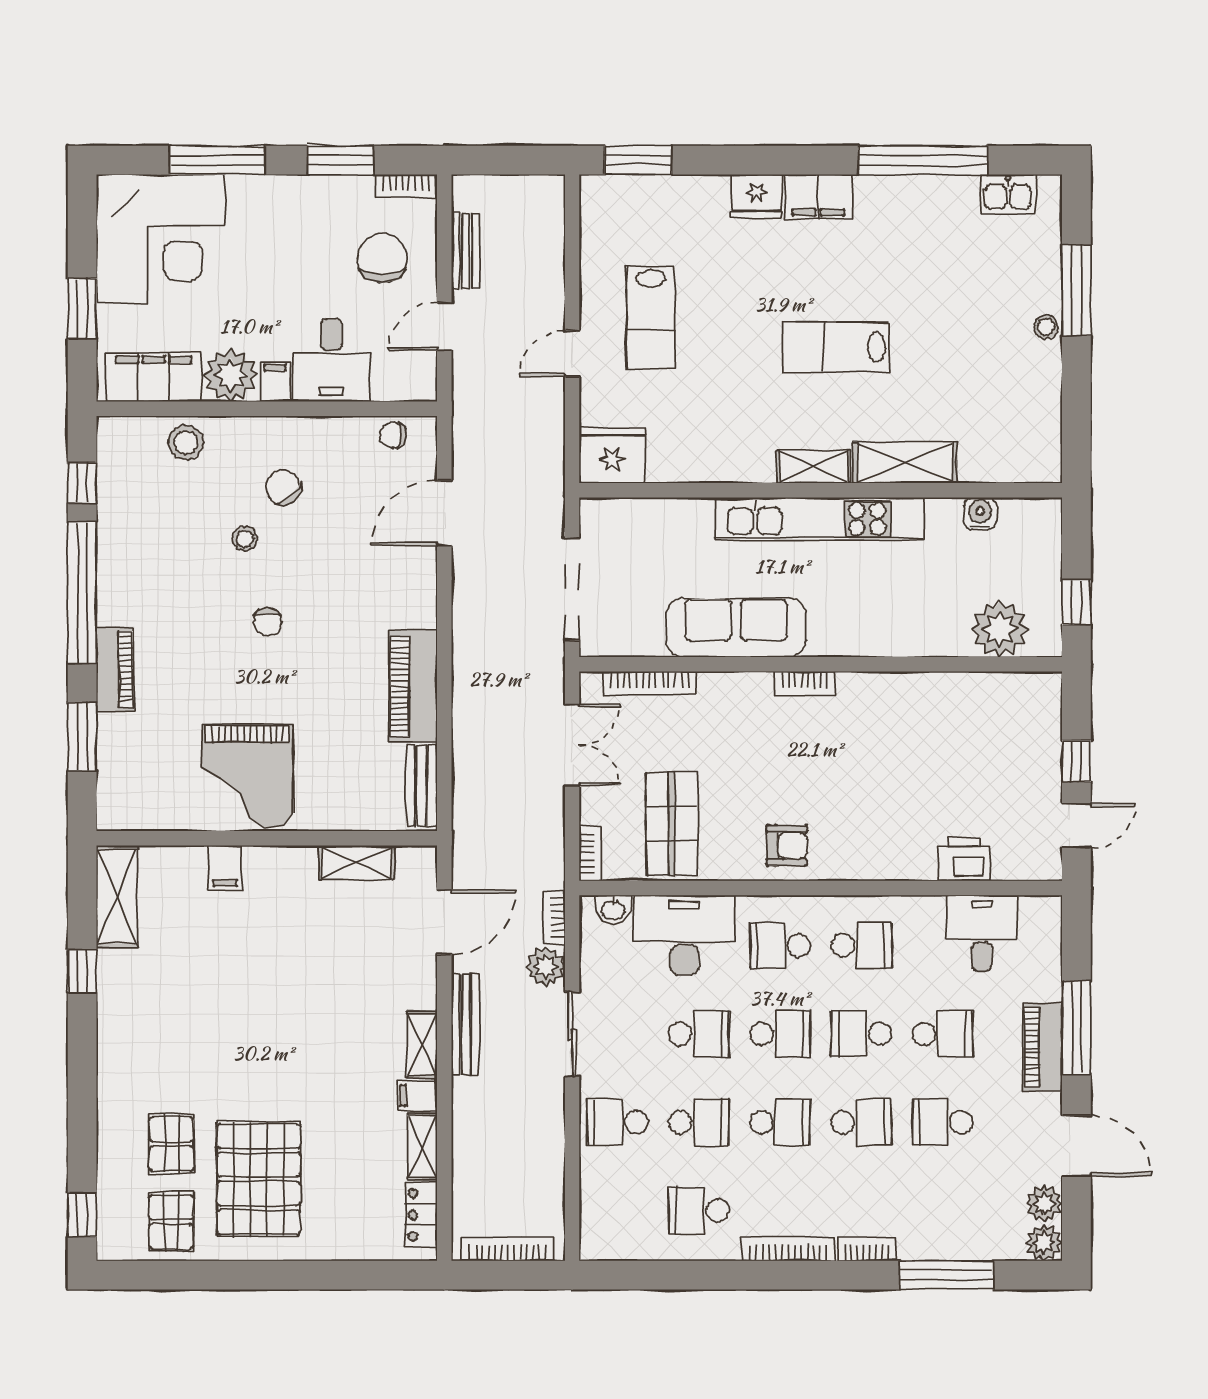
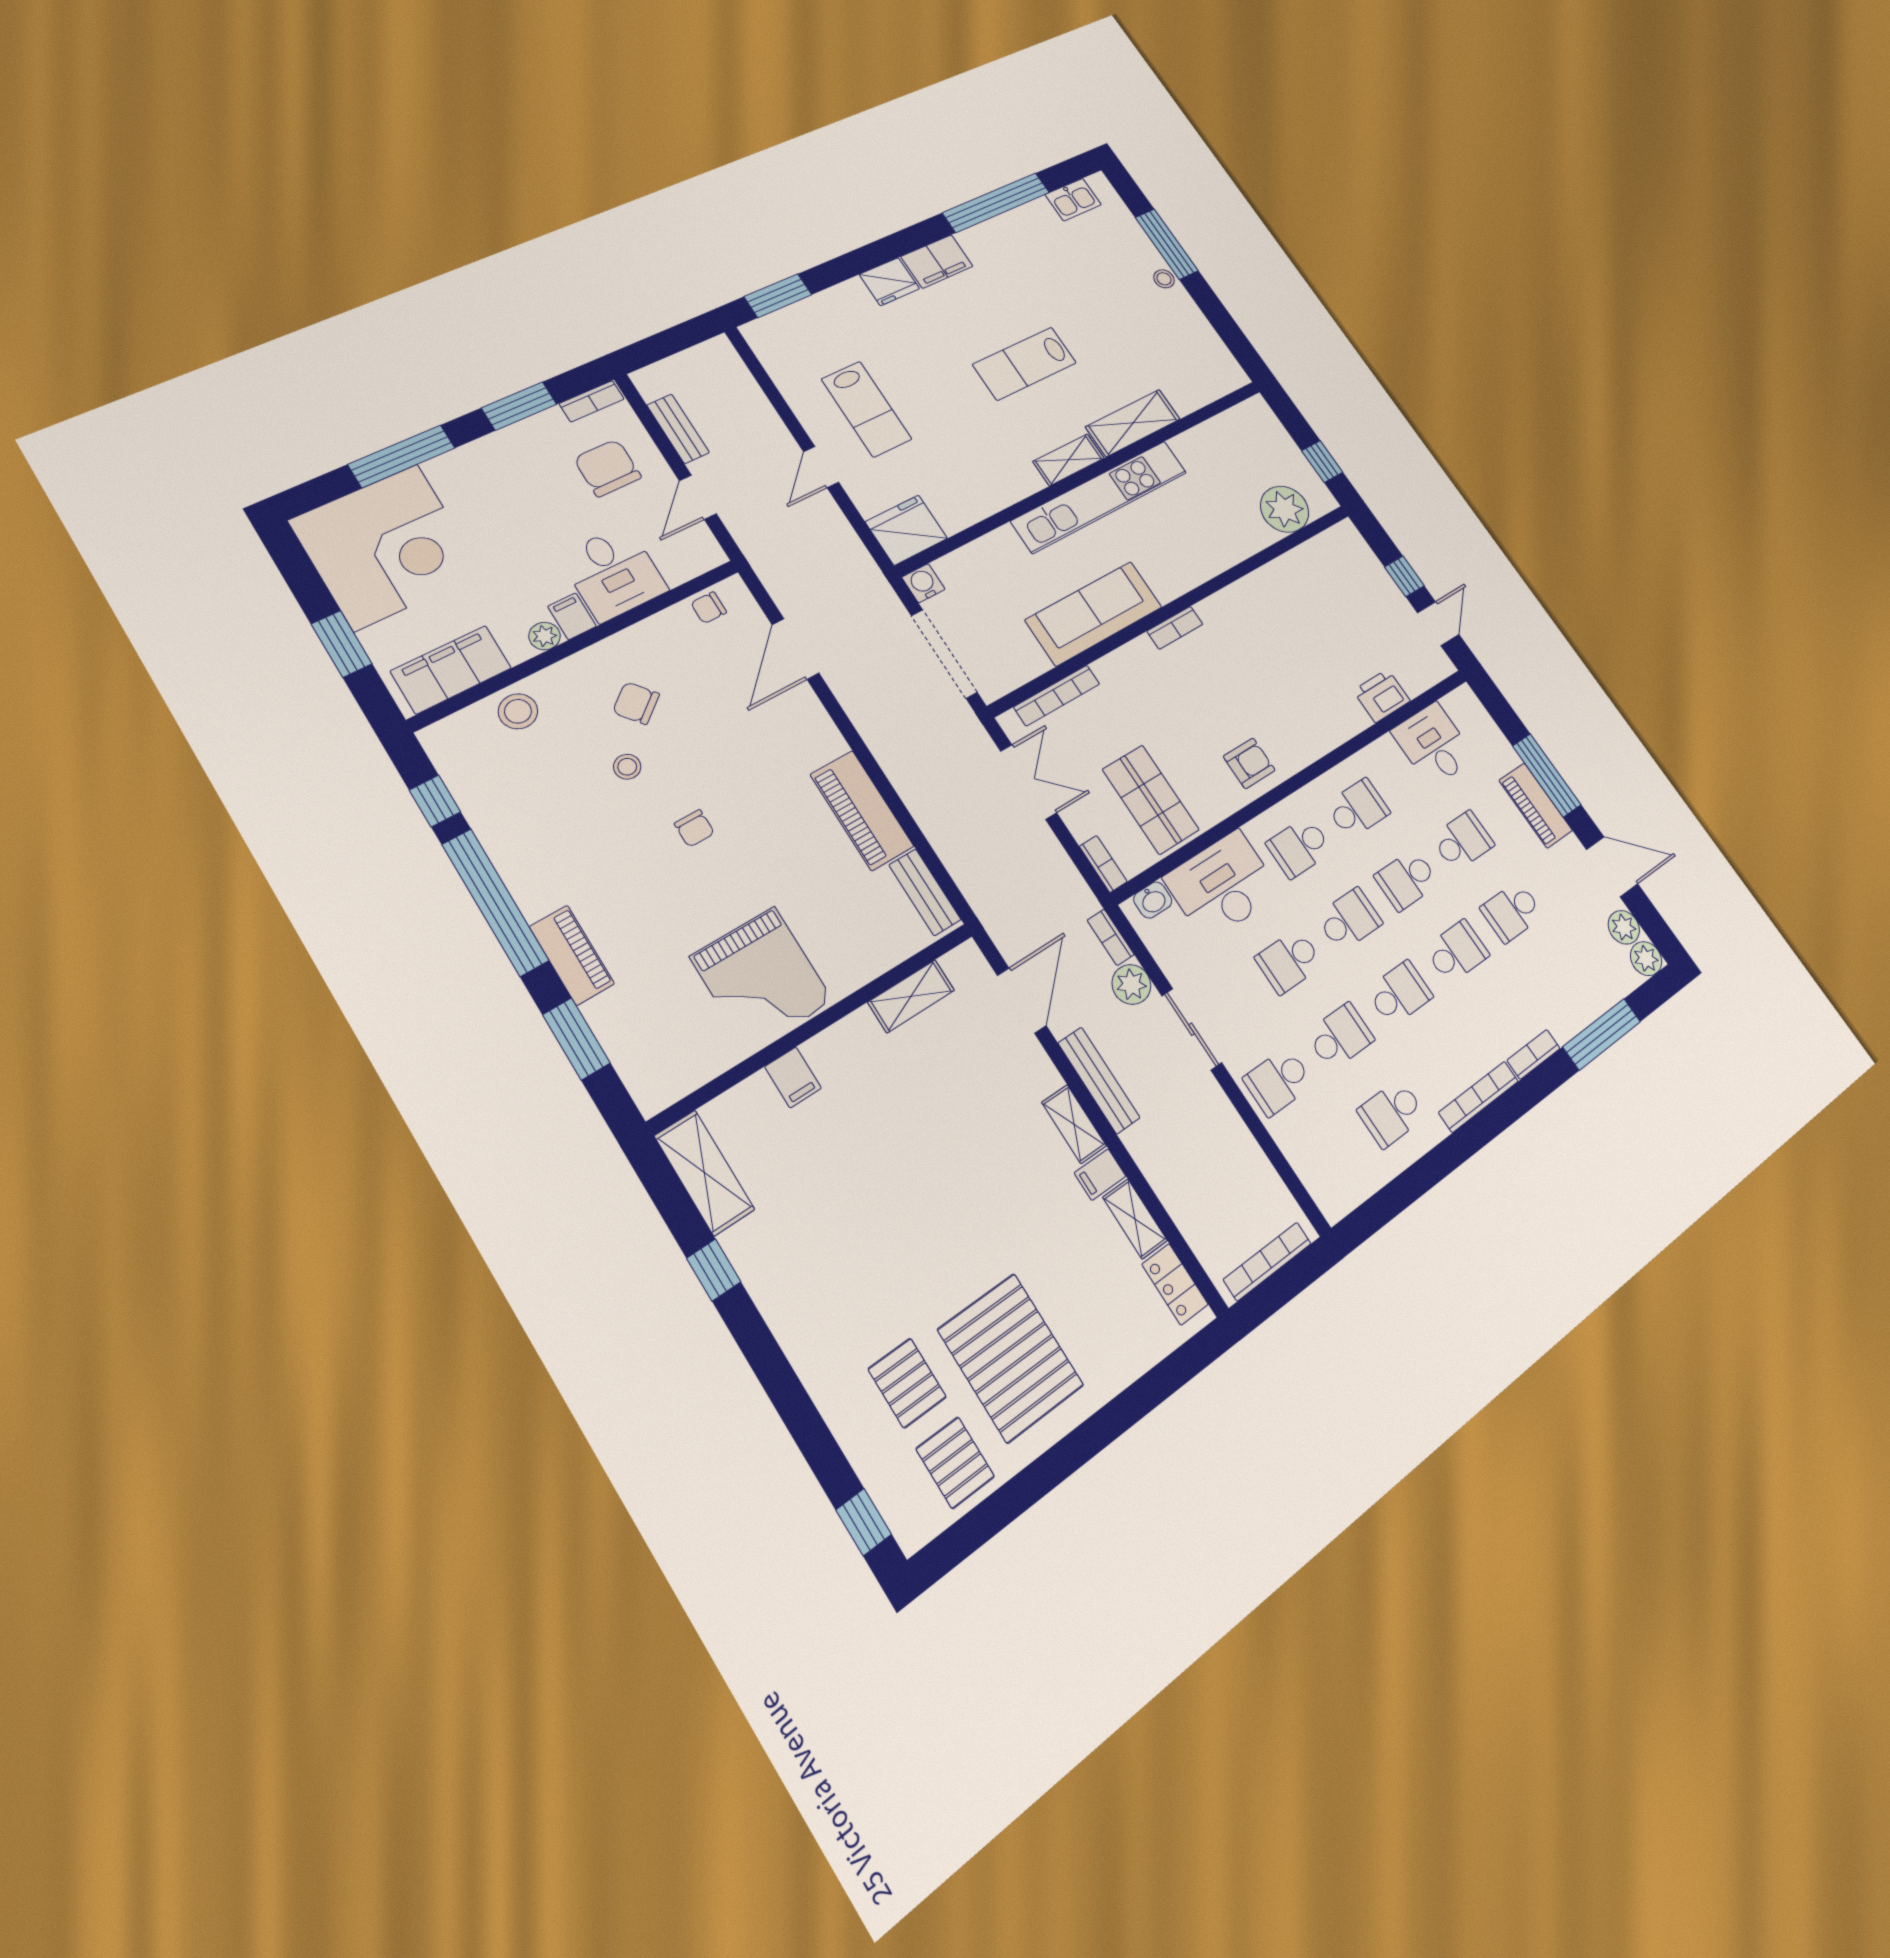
plant: (231, 375) -> (545, 636), width x0.53, depth x0.53
water cooler: (980, 514) -> (923, 583), moved
school desk: (699, 1034) -> (1289, 961), turned 180

